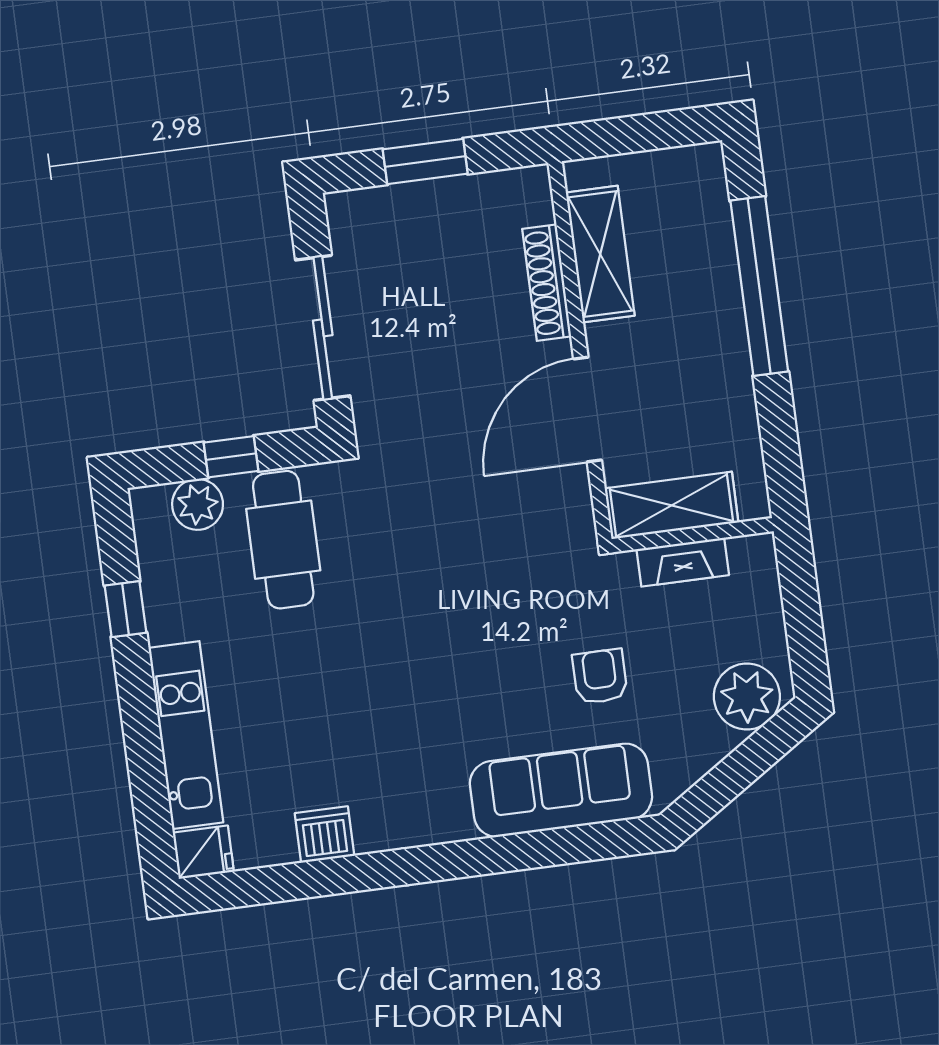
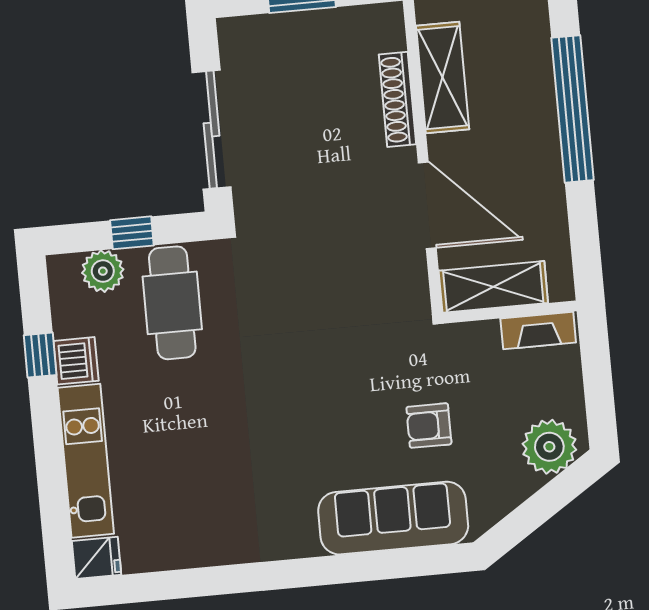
door: (588, 409) -> (427, 205), swing flipped
fireplace: (683, 562) -> (538, 330), moved
armchair: (600, 676) -> (429, 426), turned -90
dishwasher: (325, 835) -> (76, 361), moved, turned 90

